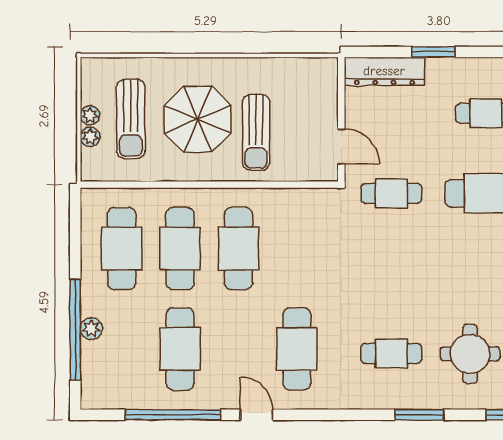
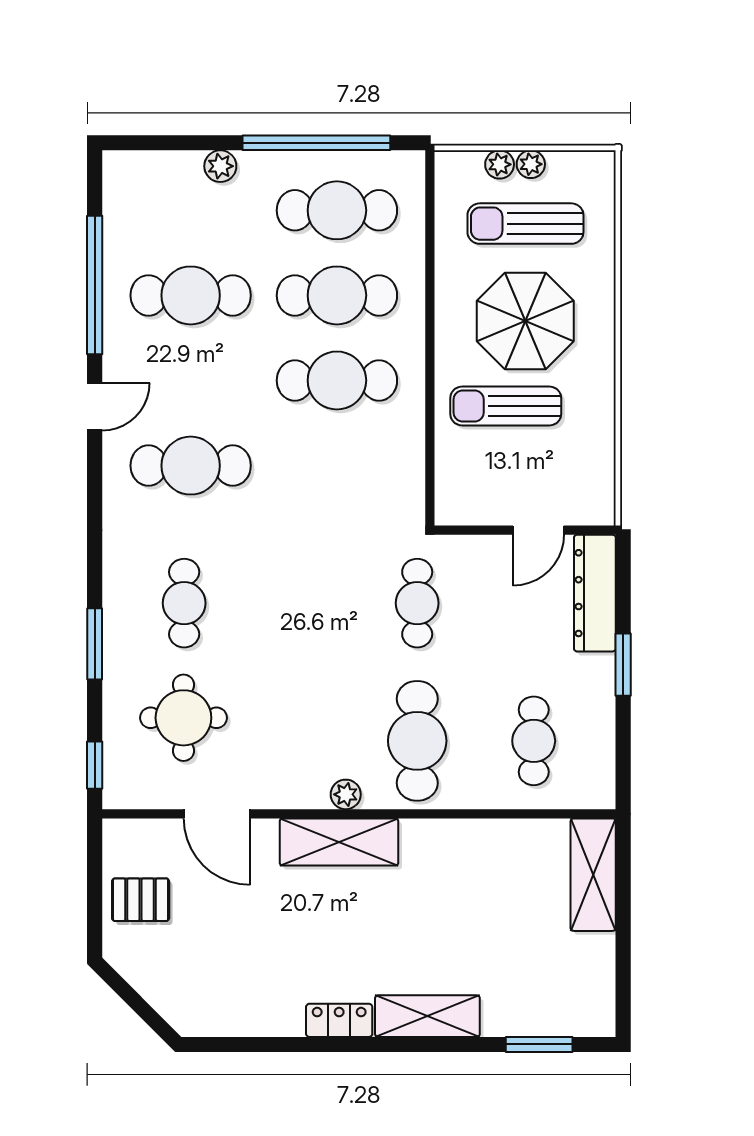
door: (341, 146) -> (538, 530), moved
window: (75, 330) -> (316, 143), moved

